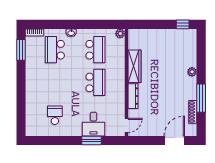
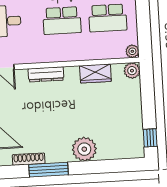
plant: (134, 35) -> (132, 71), added
wardrobe: (135, 66) -> (95, 74), width x0.67
plant: (192, 72) -> (84, 149), width x1.88, depth x1.88

